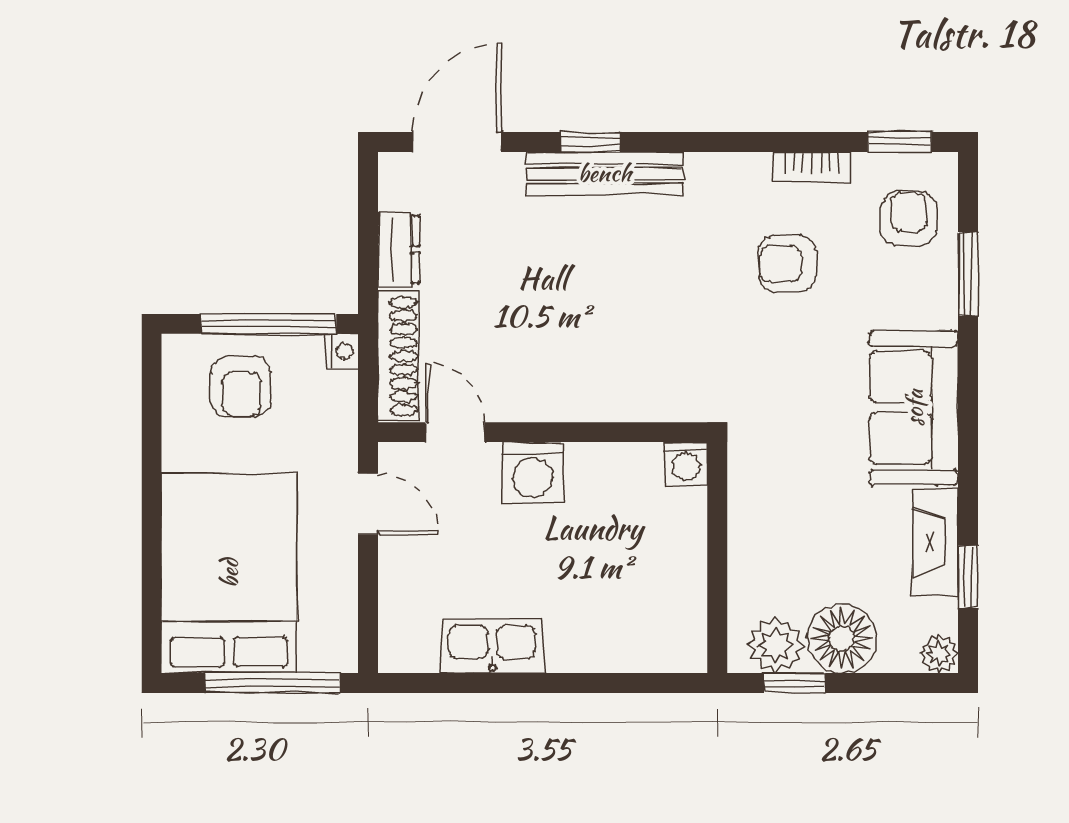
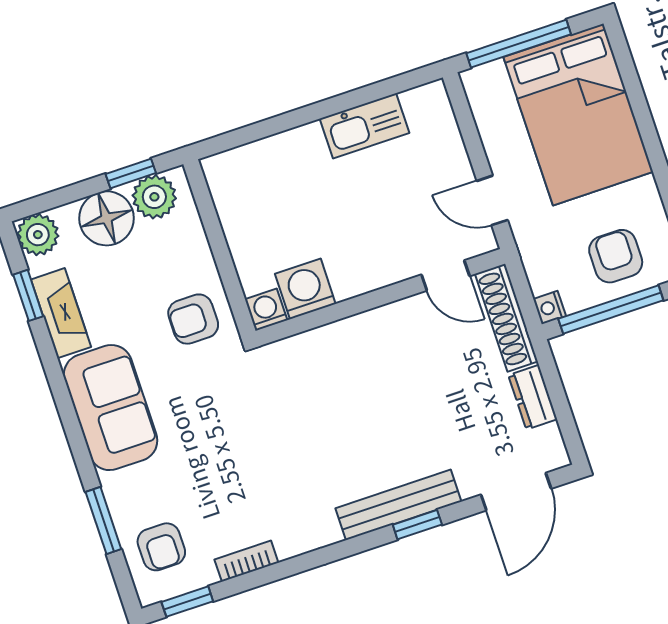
armchair: (787, 264) -> (193, 319), moved, turned 180
washing machine: (533, 473) -> (305, 289), moved
plant: (939, 654) -> (38, 235), width x1.38, depth x1.38

